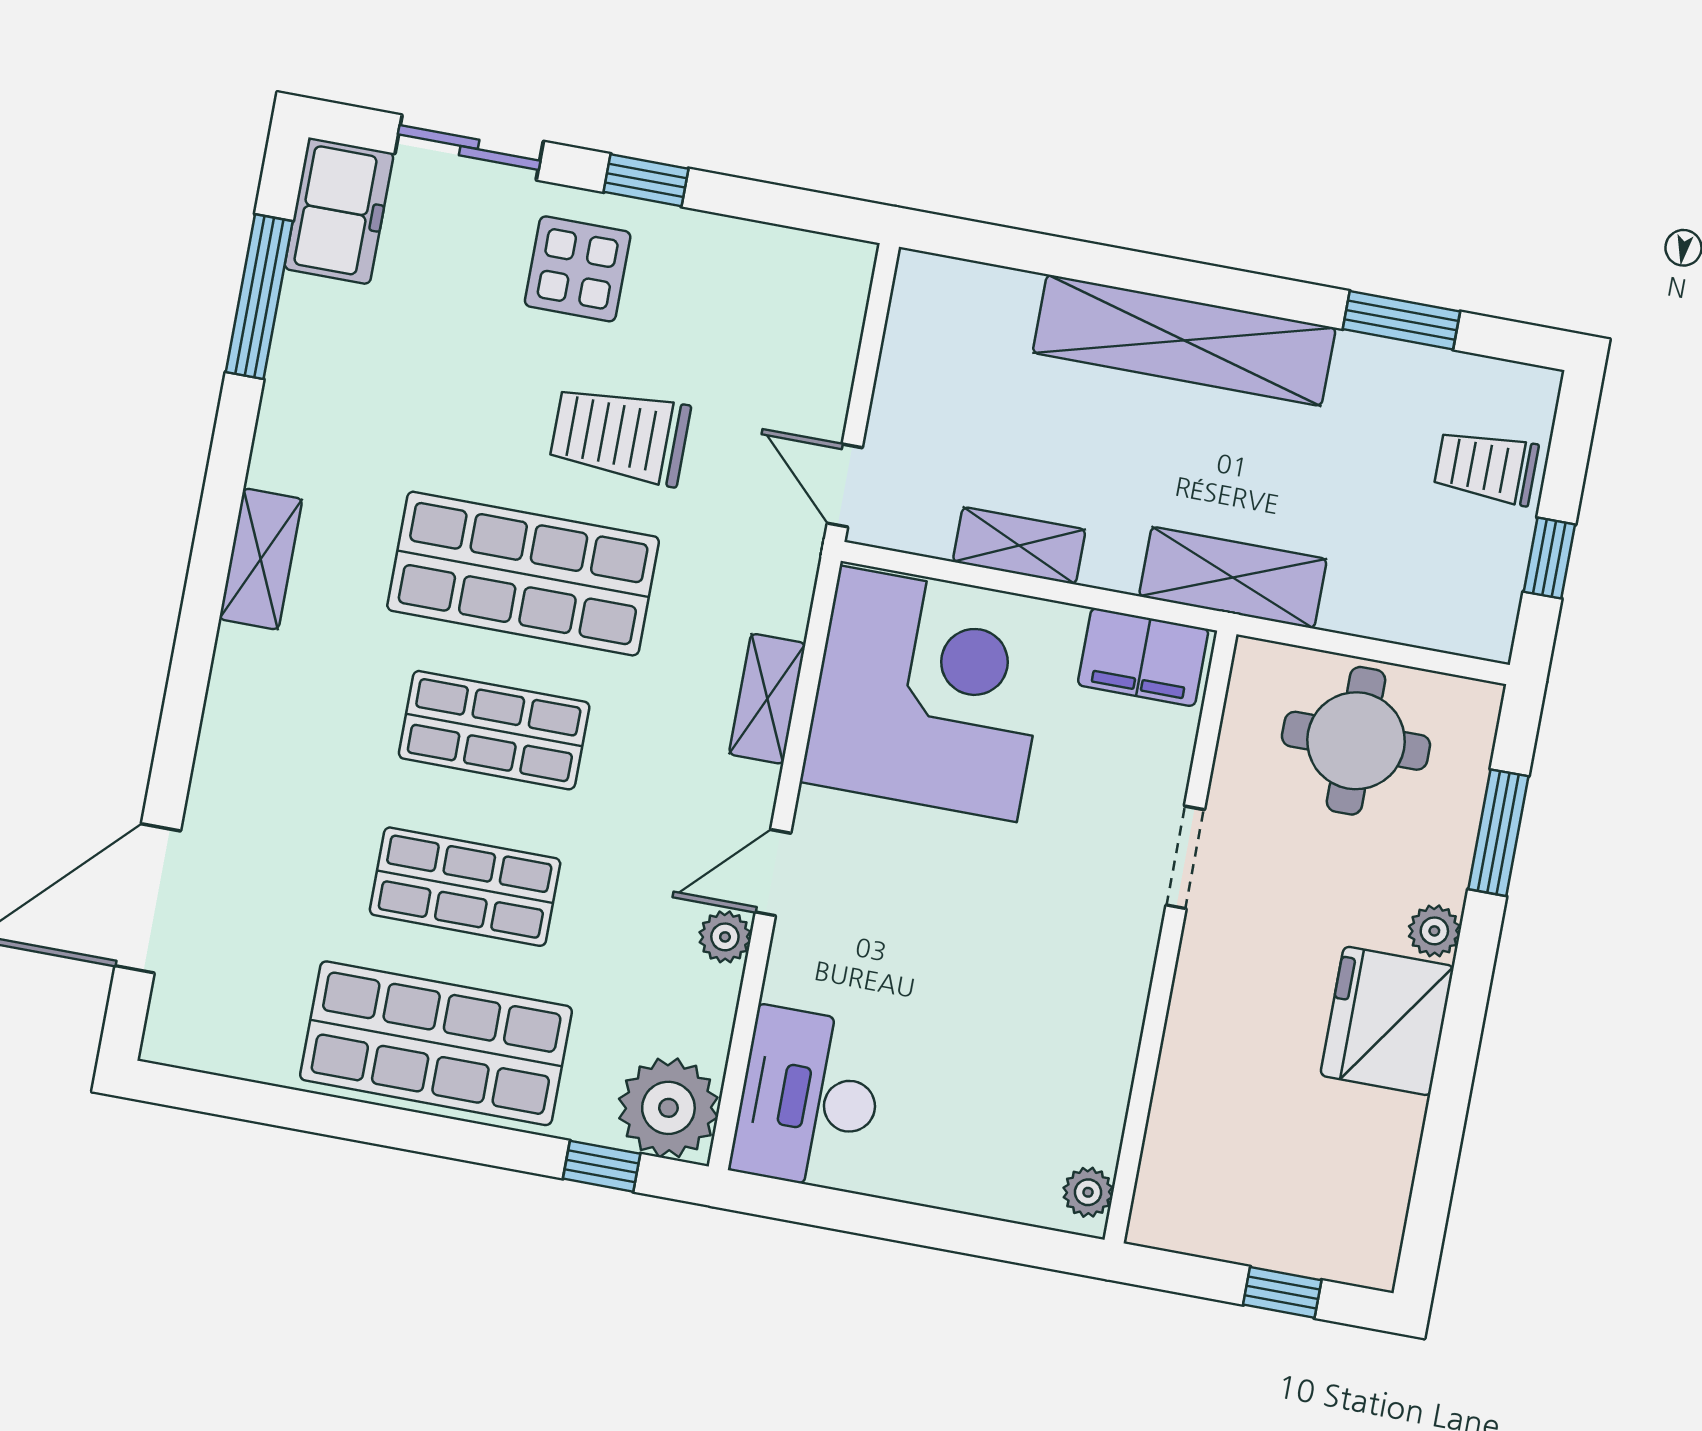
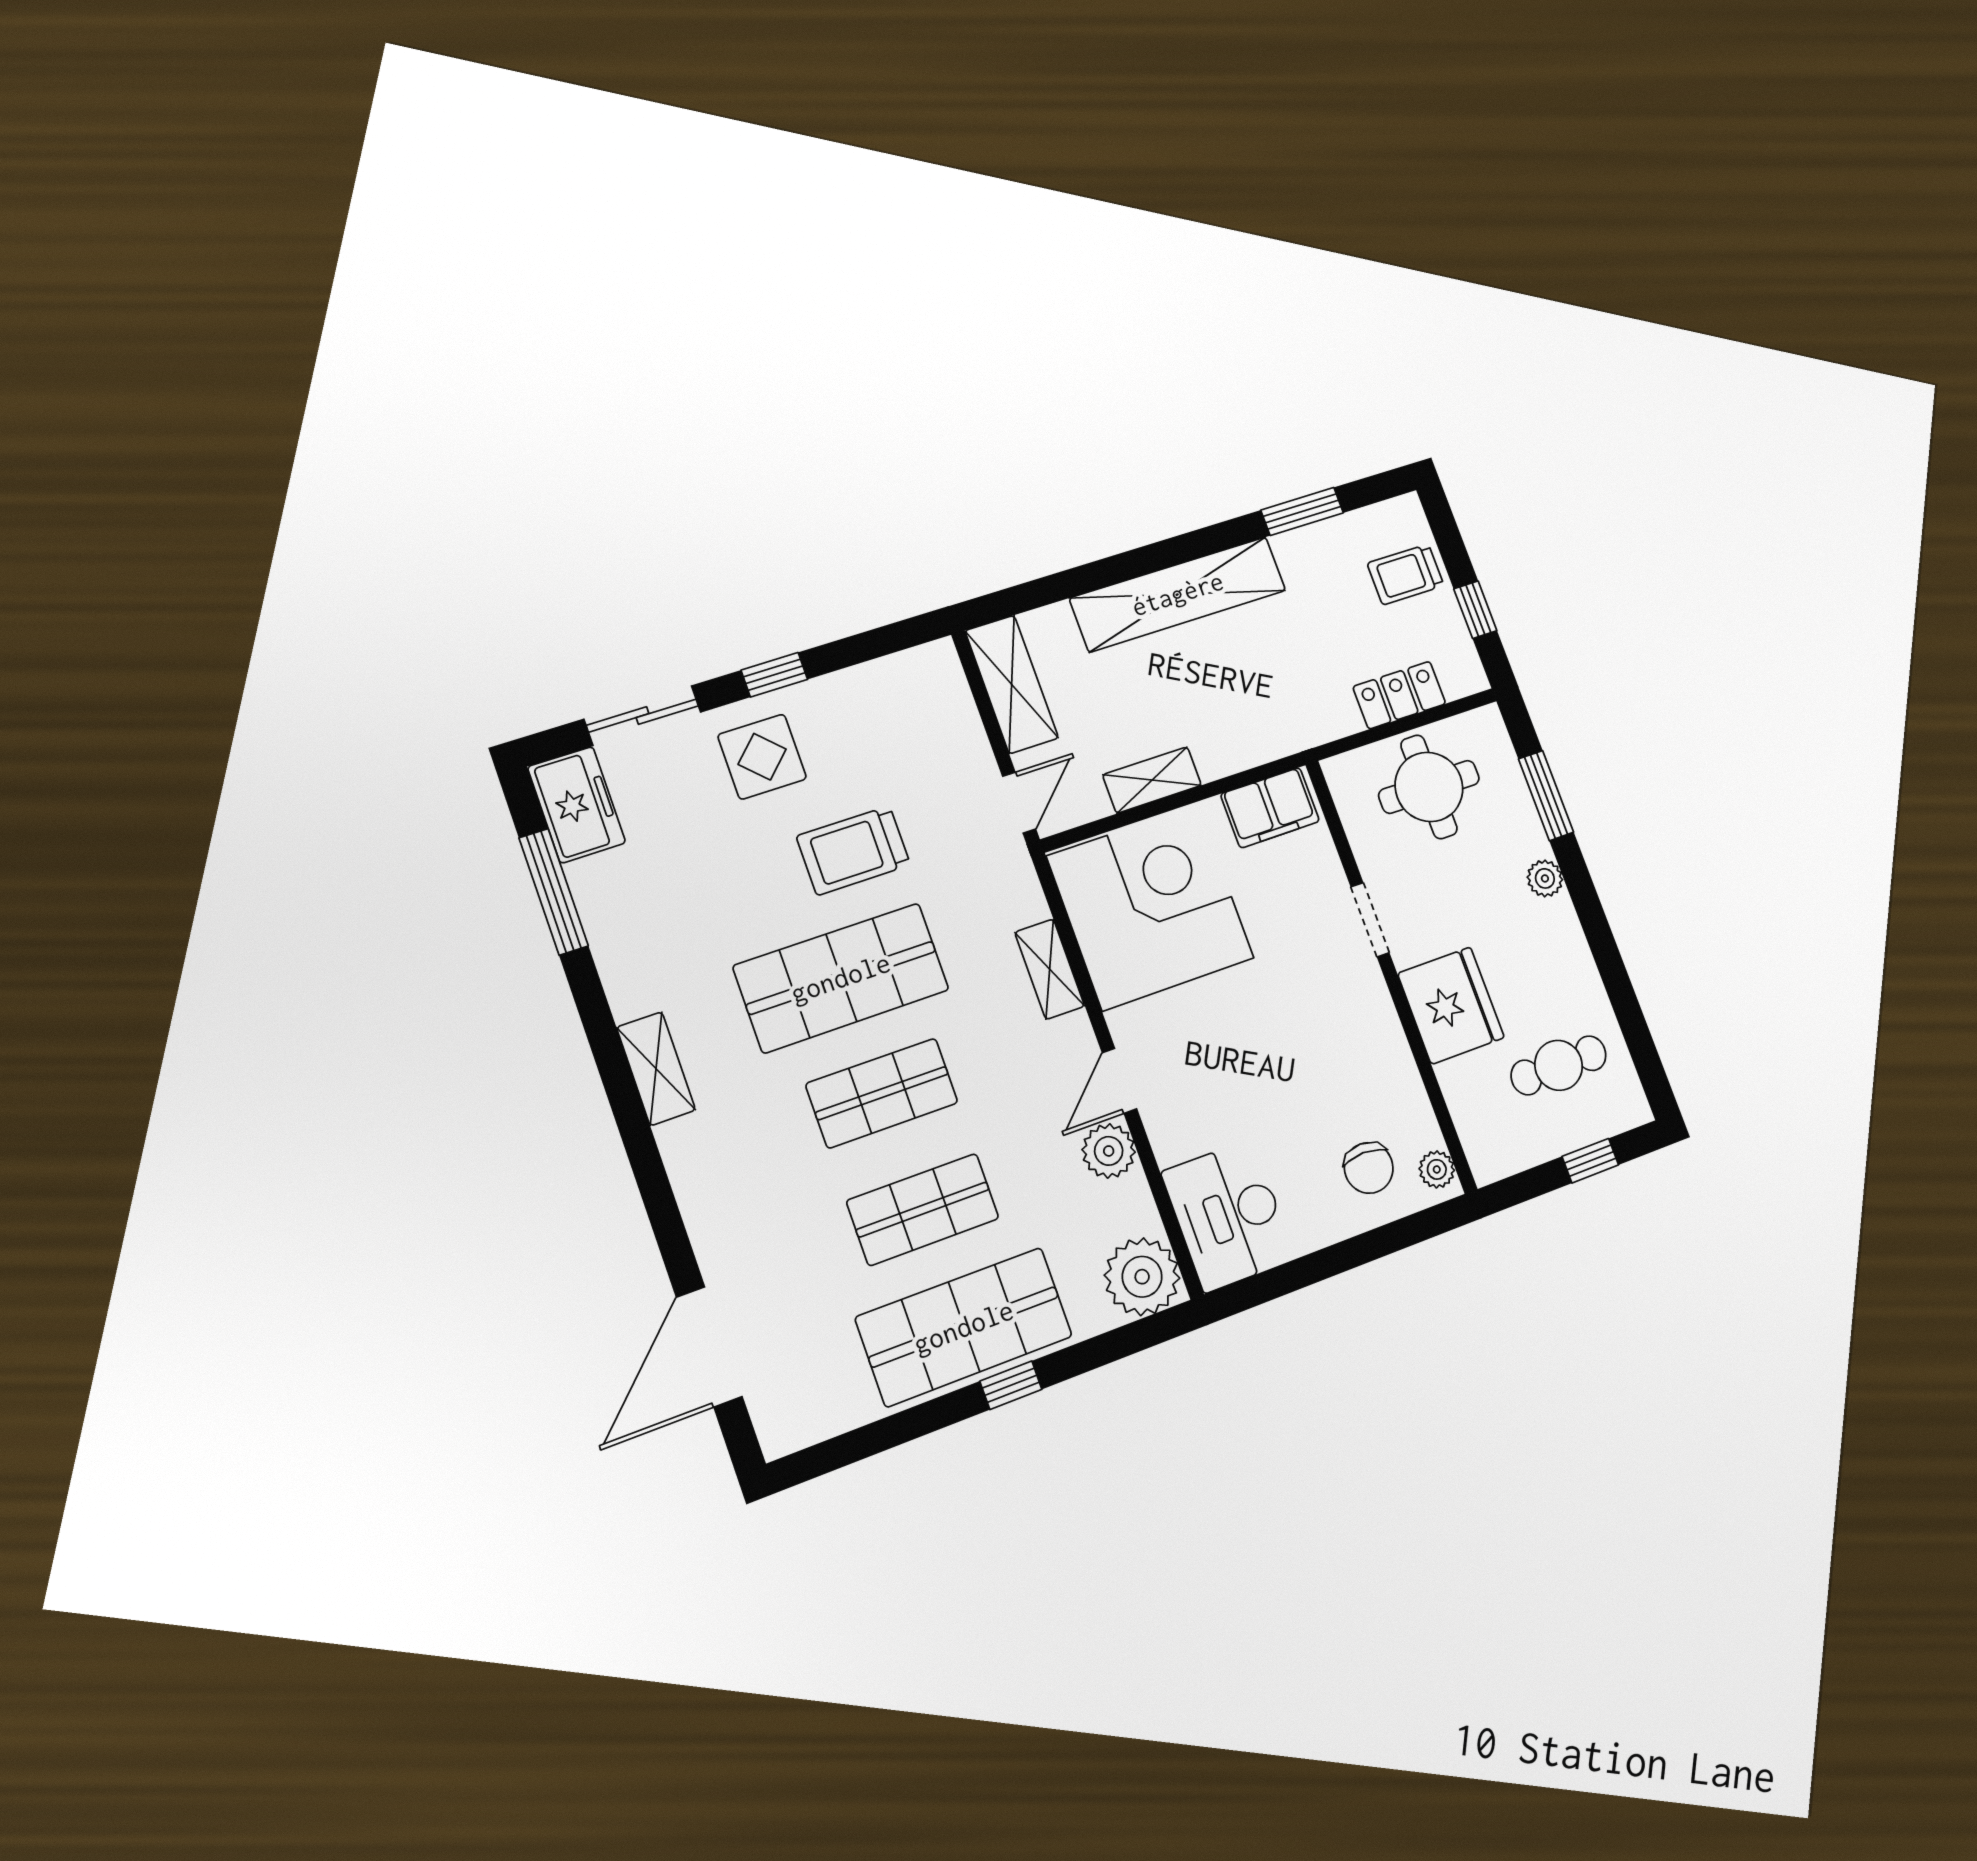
door: (845, 486) -> (1019, 803), swing flipped
shelving: (1233, 578) -> (1012, 684), moved, turned 90
locker: (1387, 610) -> (1399, 695), added
plant: (725, 937) -> (1109, 1151), width x1.38, depth x1.38
fridge: (1387, 1021) -> (1451, 1006), moved, turned 180
chair: (1007, 1143) -> (1369, 1168), added
cafe table: (1313, 1160) -> (1559, 1065), added
window: (602, 1166) -> (1011, 1385), moved

